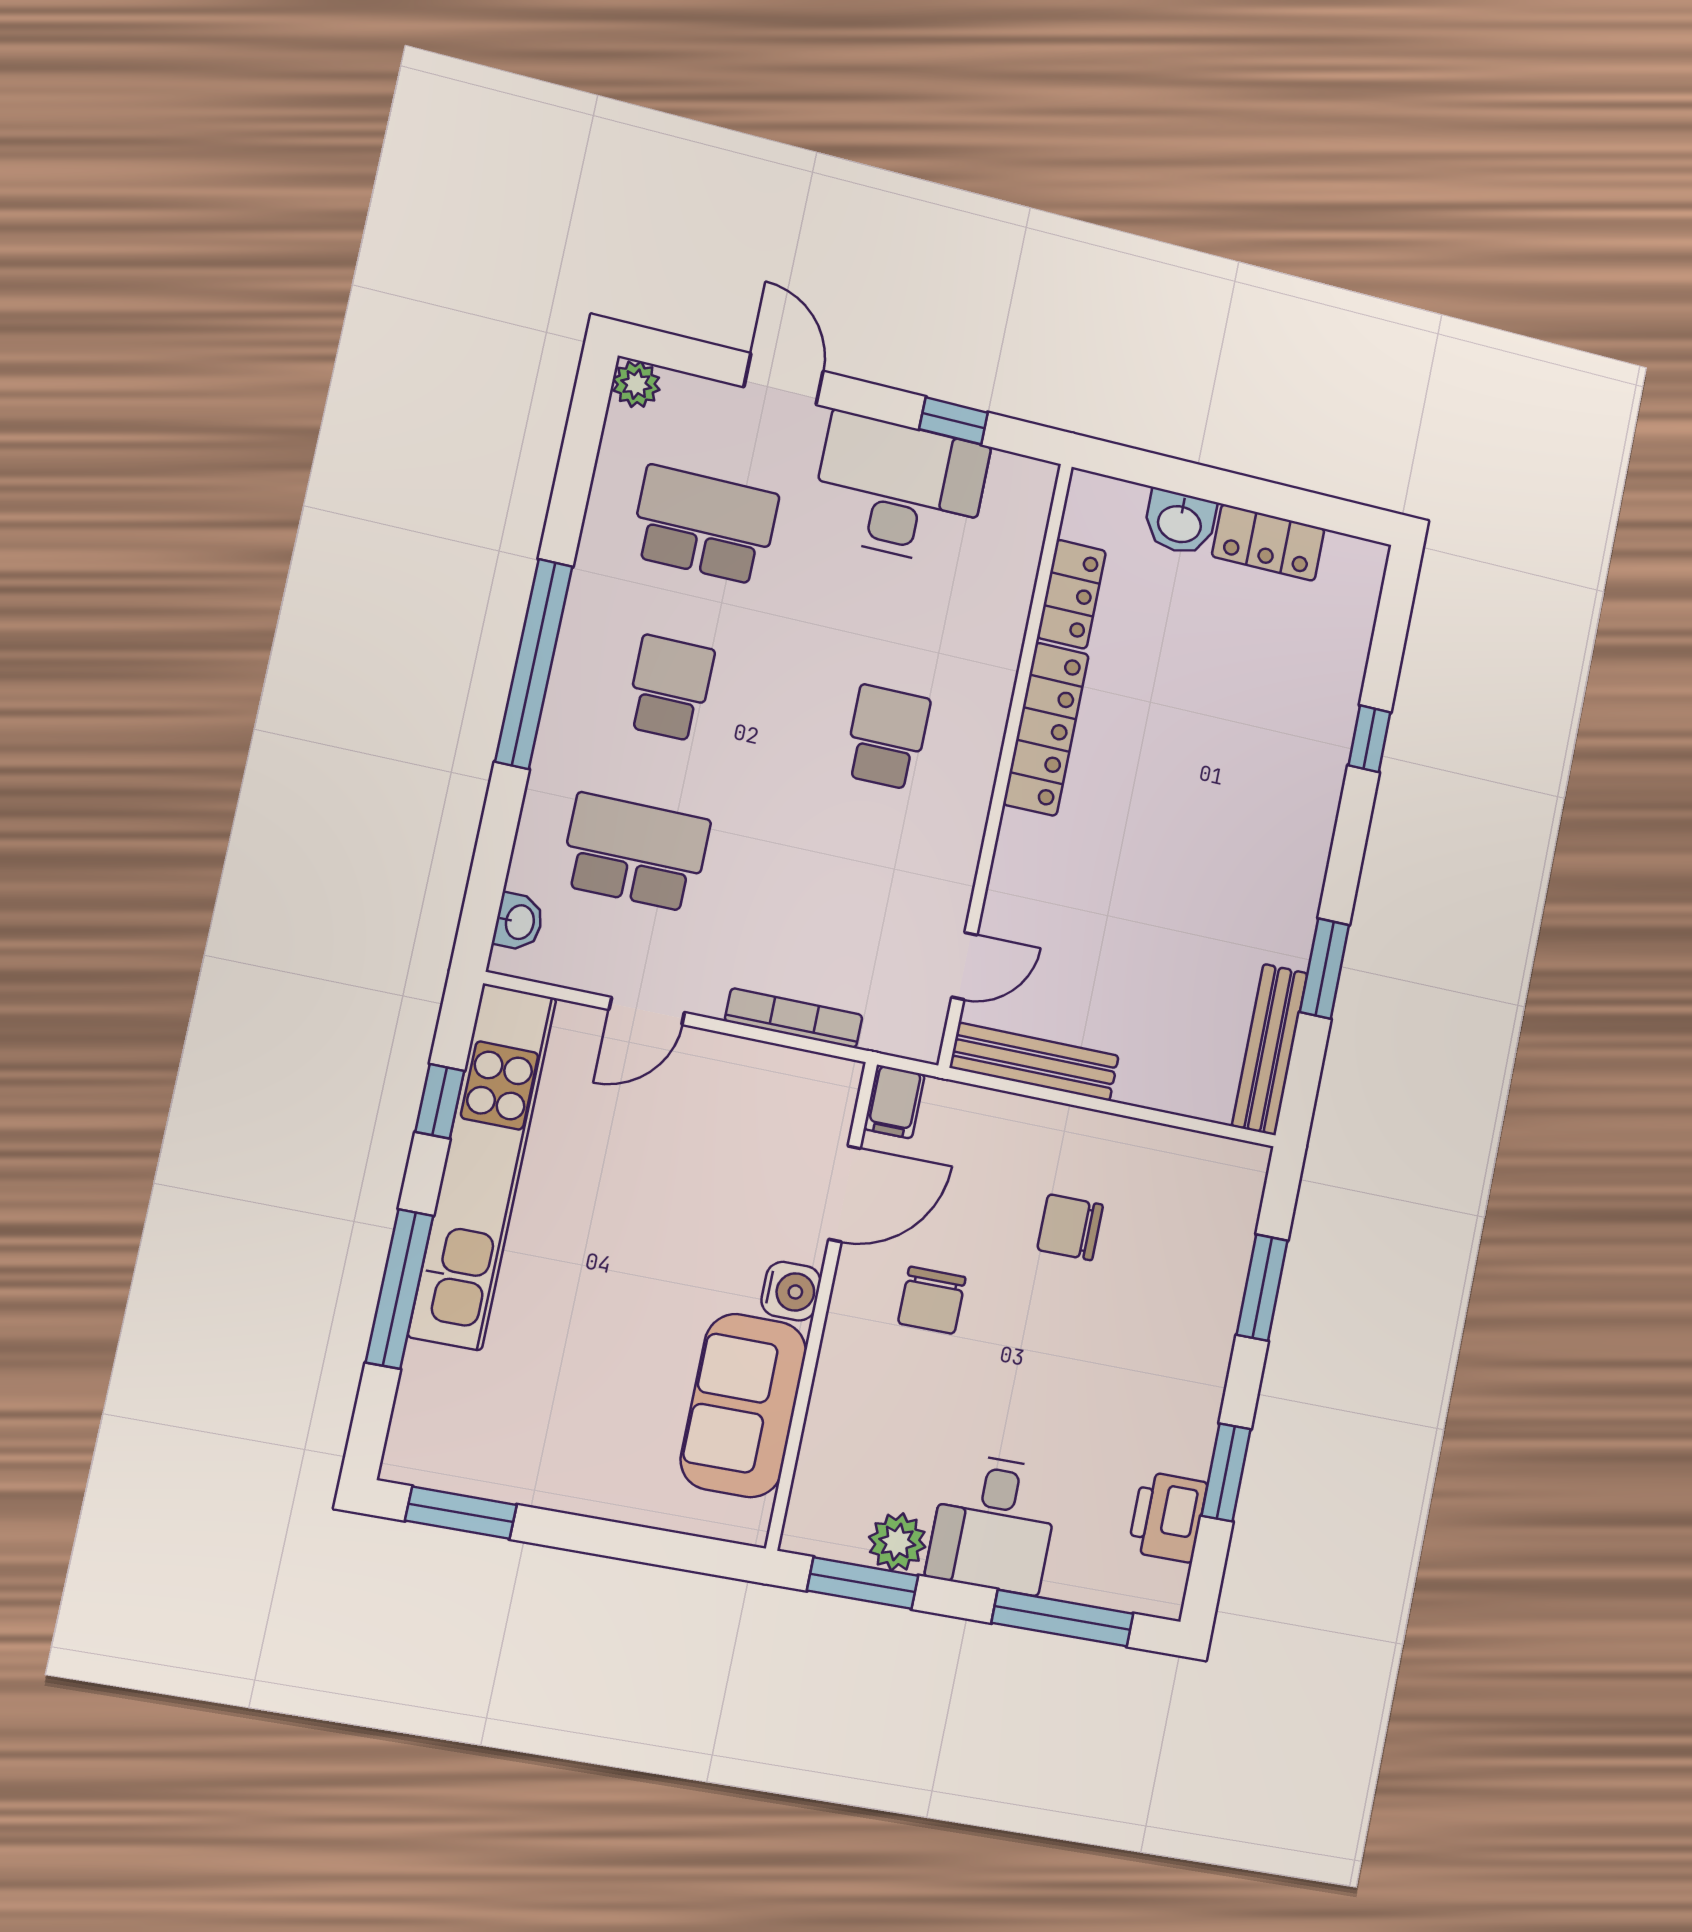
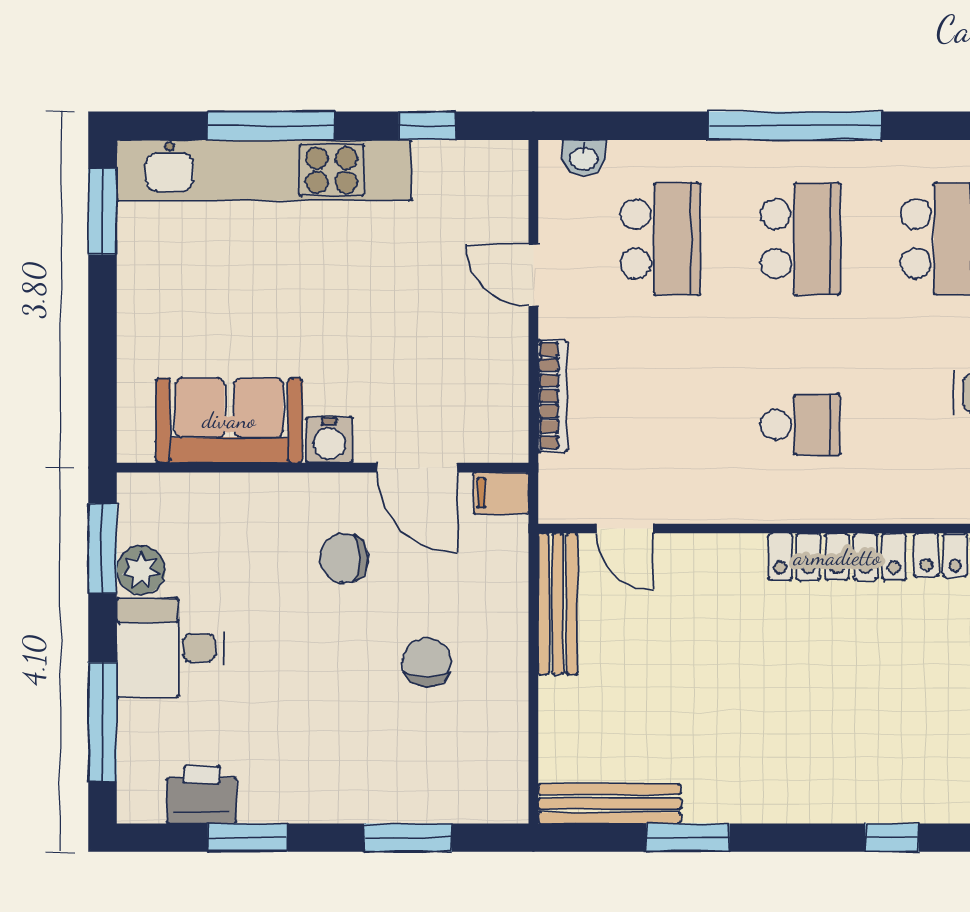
school desk: (670, 688) -> (800, 239), width x1.85
kitchen unit: (482, 1167) -> (264, 170), moved

